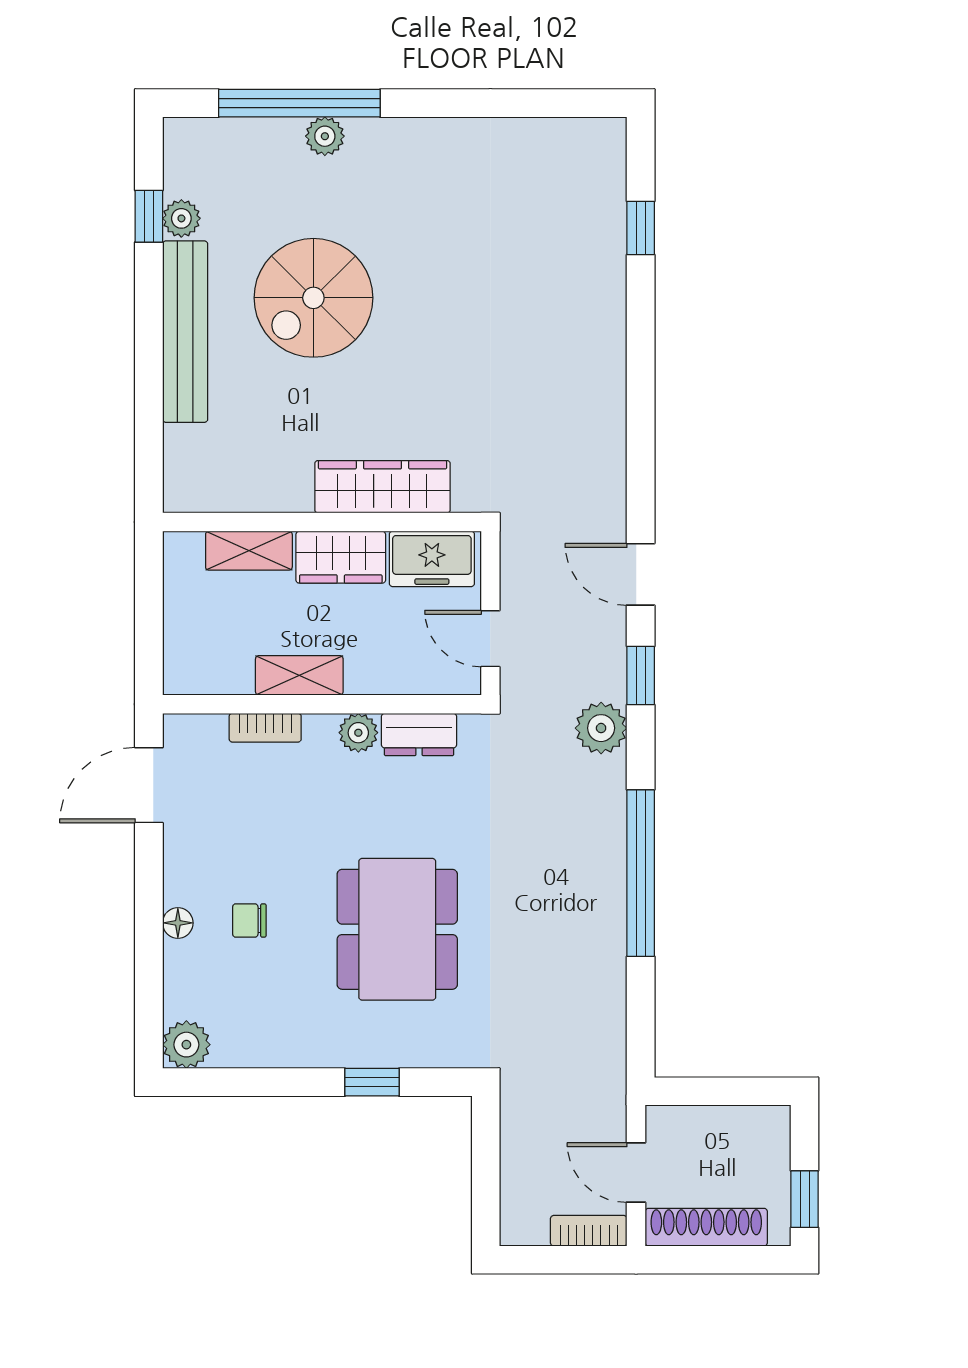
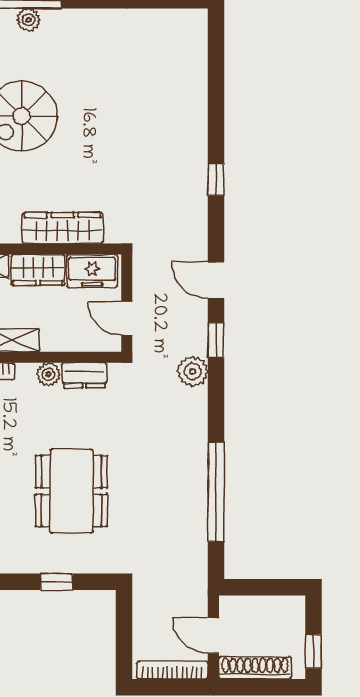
window: (641, 228) -> (216, 179), moved
window: (641, 873) -> (216, 492), moved
bookcase: (589, 1231) -> (172, 670), width x1.56

